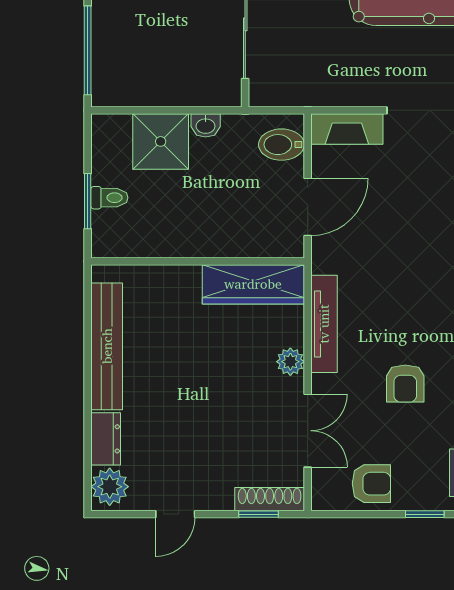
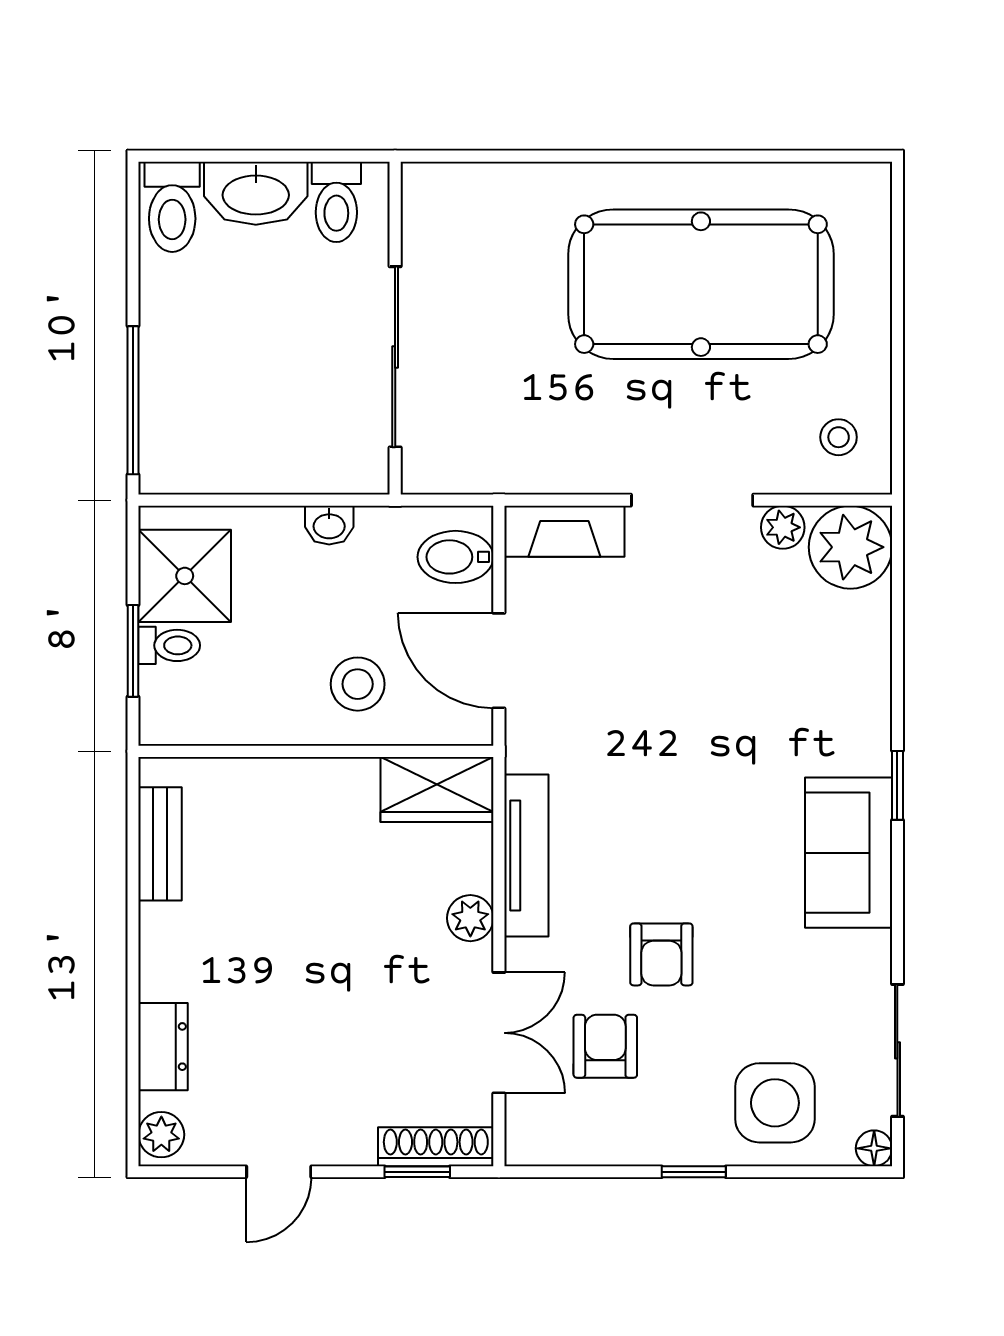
shower: (161, 141) -> (185, 576), moved
door: (308, 207) -> (499, 661), swing flipped
stool: (223, 221) -> (358, 684), added
wardrobe: (253, 284) -> (437, 789), width x0.67
bench: (107, 346) -> (160, 844), width x0.54, depth x0.82
armchair: (371, 484) -> (605, 1046), moved, turned -90
plant: (110, 487) -> (161, 1135), width x0.73, depth x0.73

